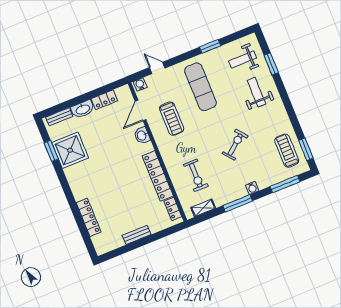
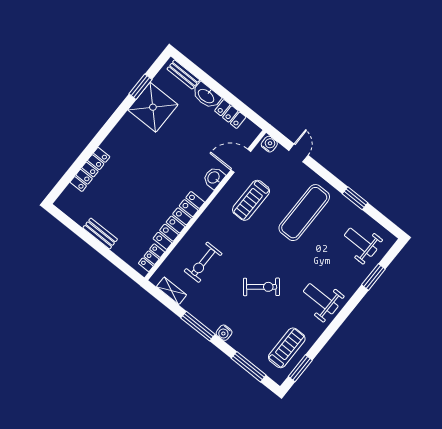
weight bench: (256, 92) -> (321, 299), moved, turned -90

